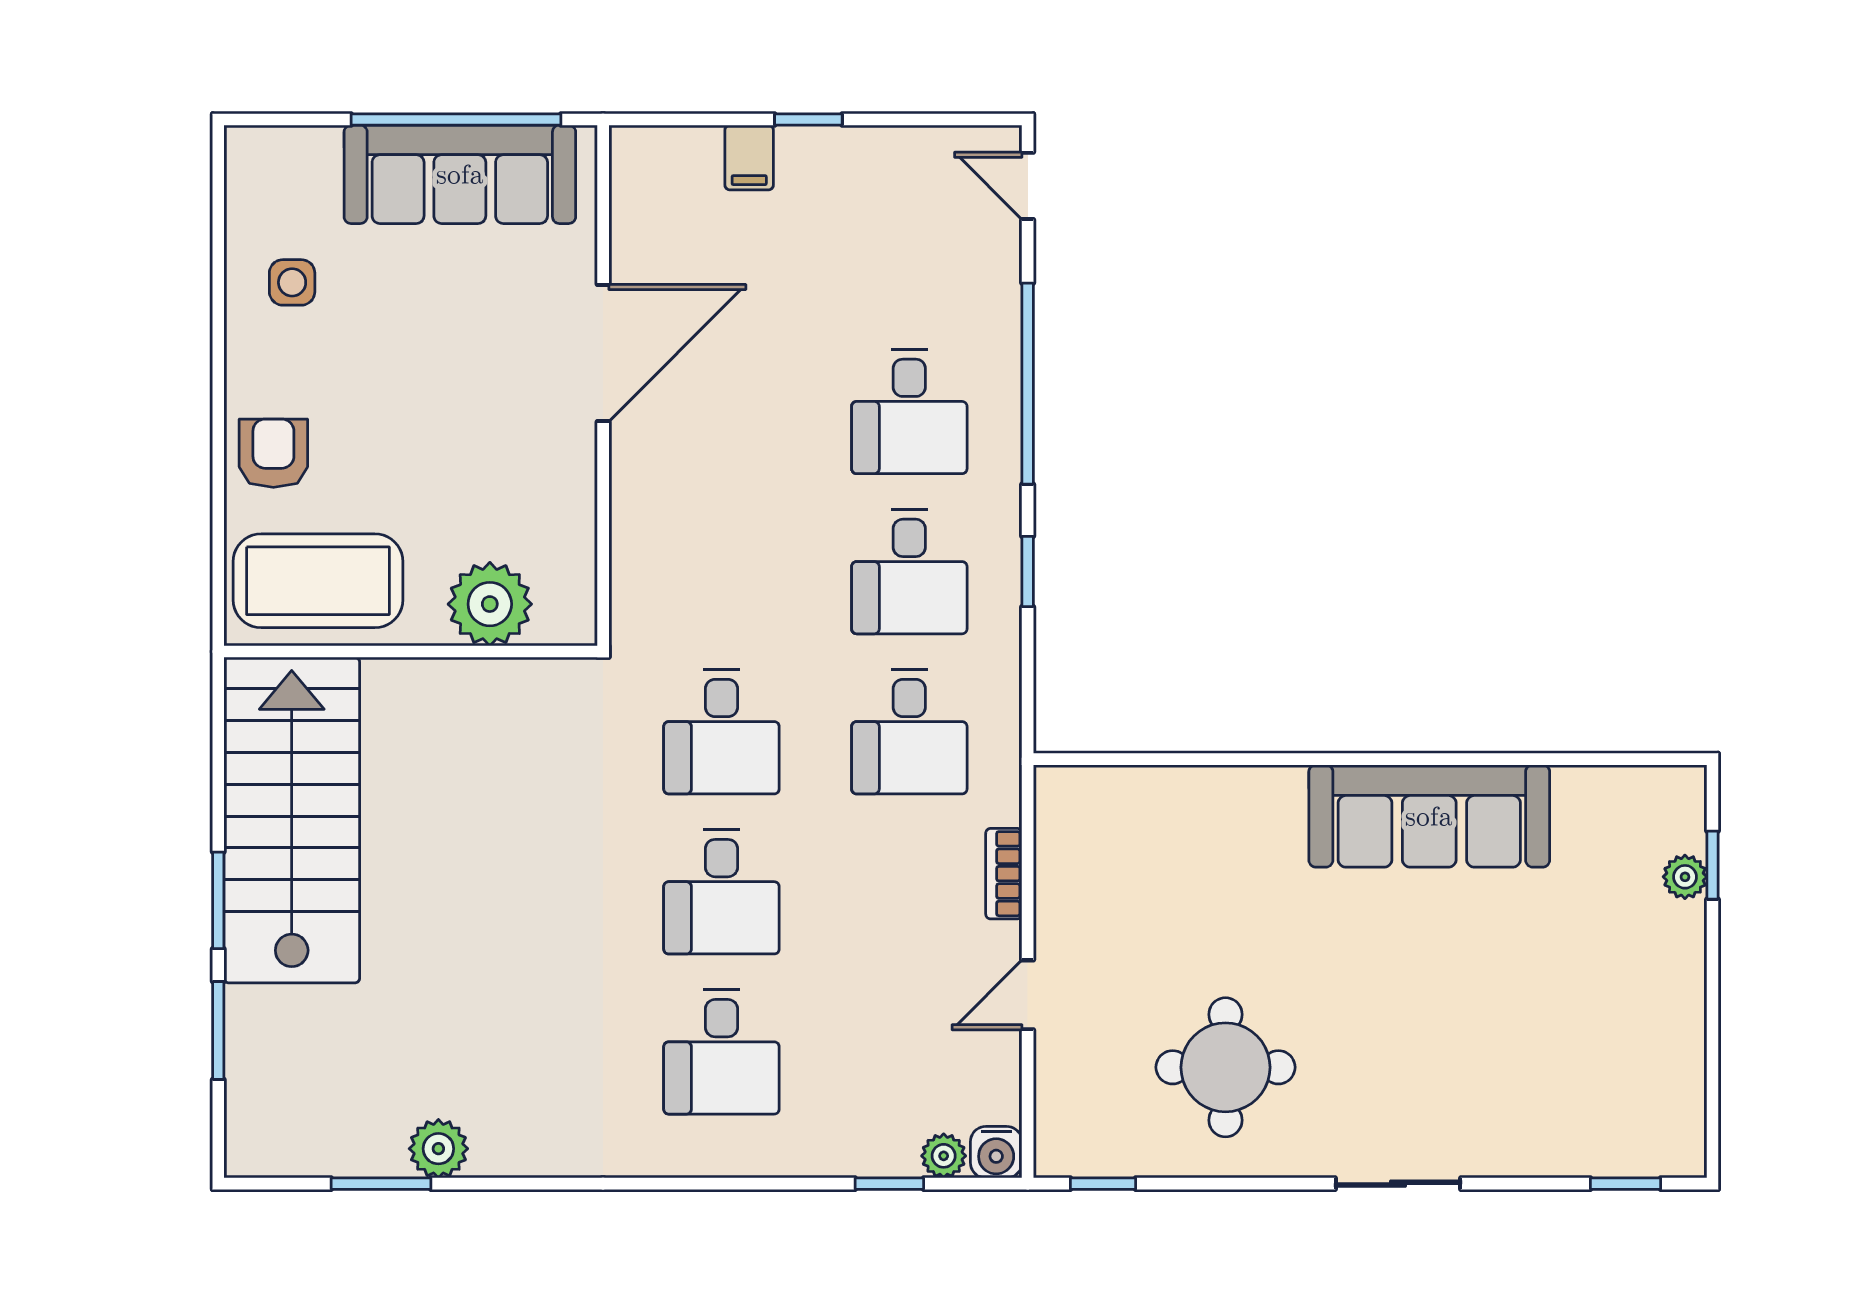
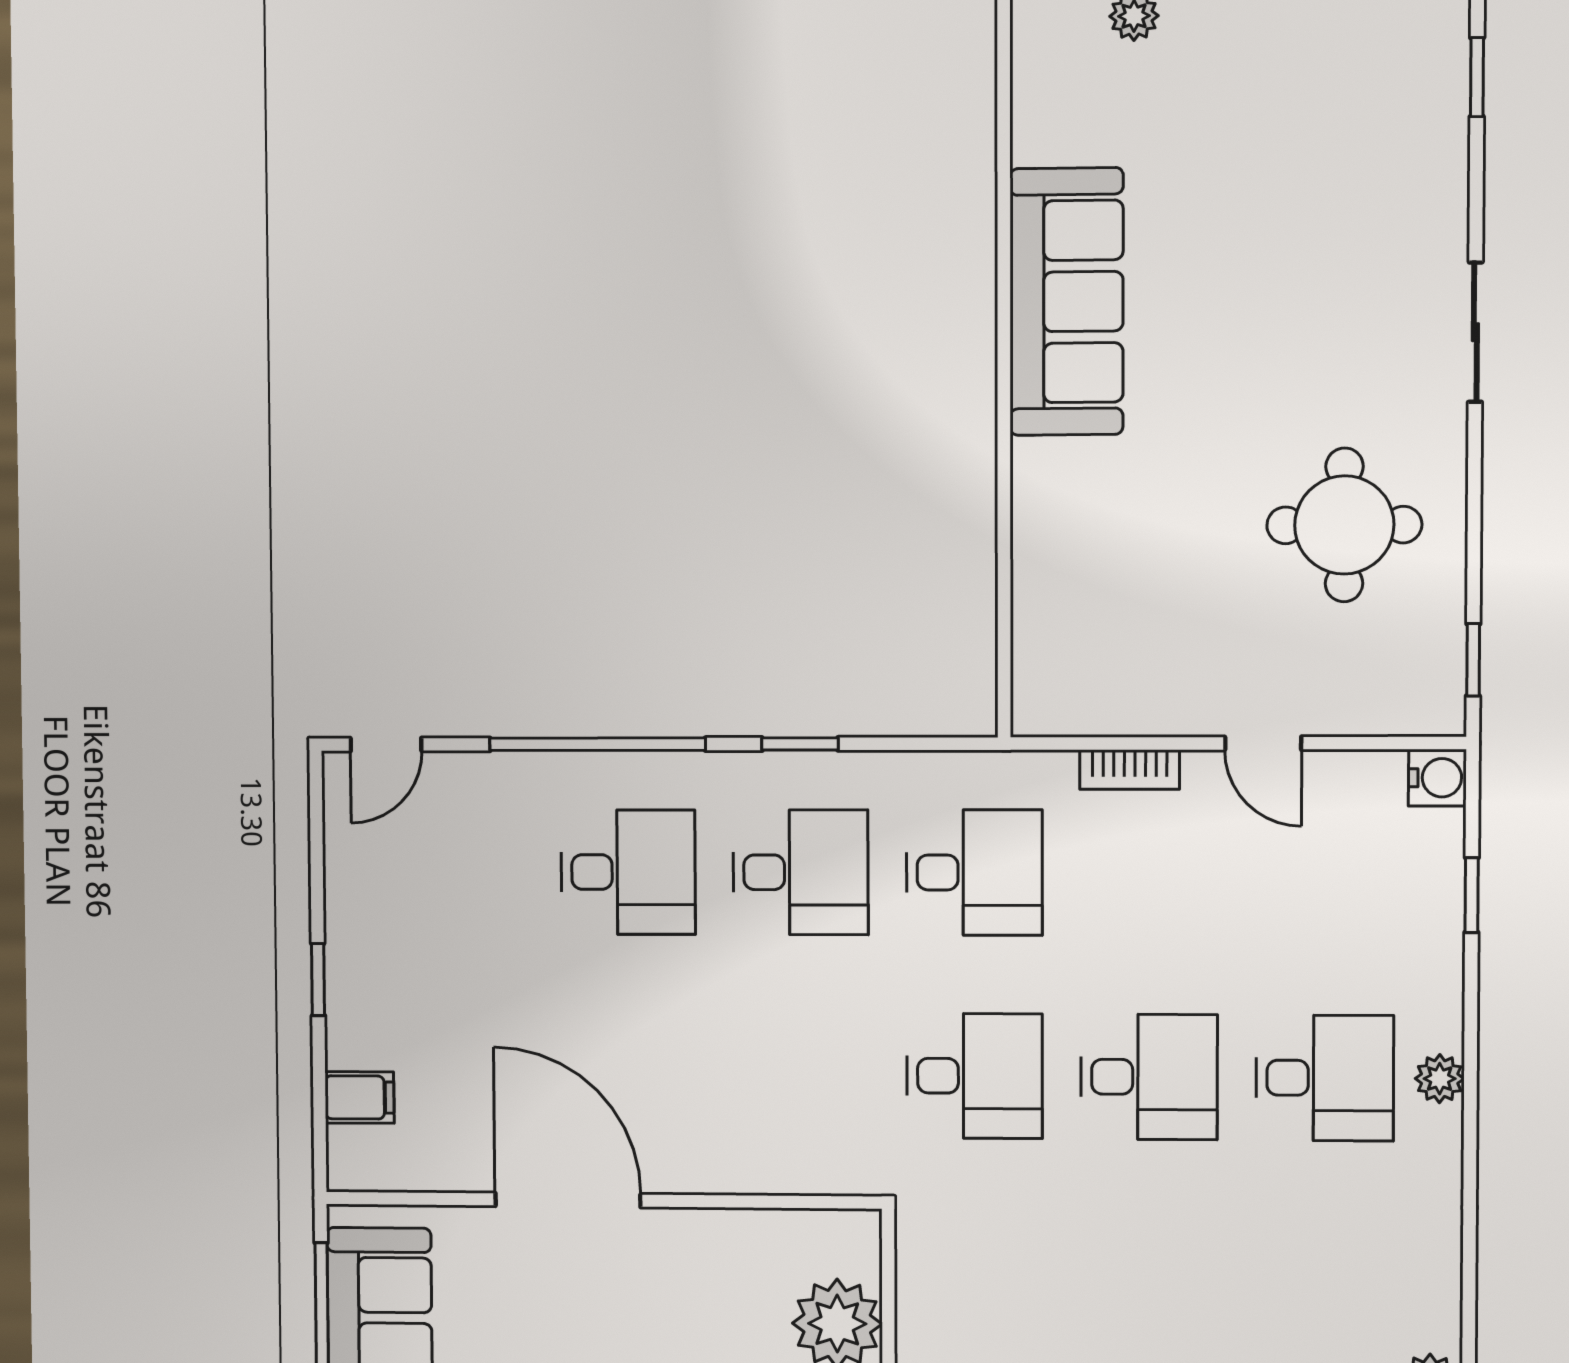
filing cabinet: (749, 157) -> (360, 1097), moved
plant: (944, 1156) -> (1440, 1079), moved

